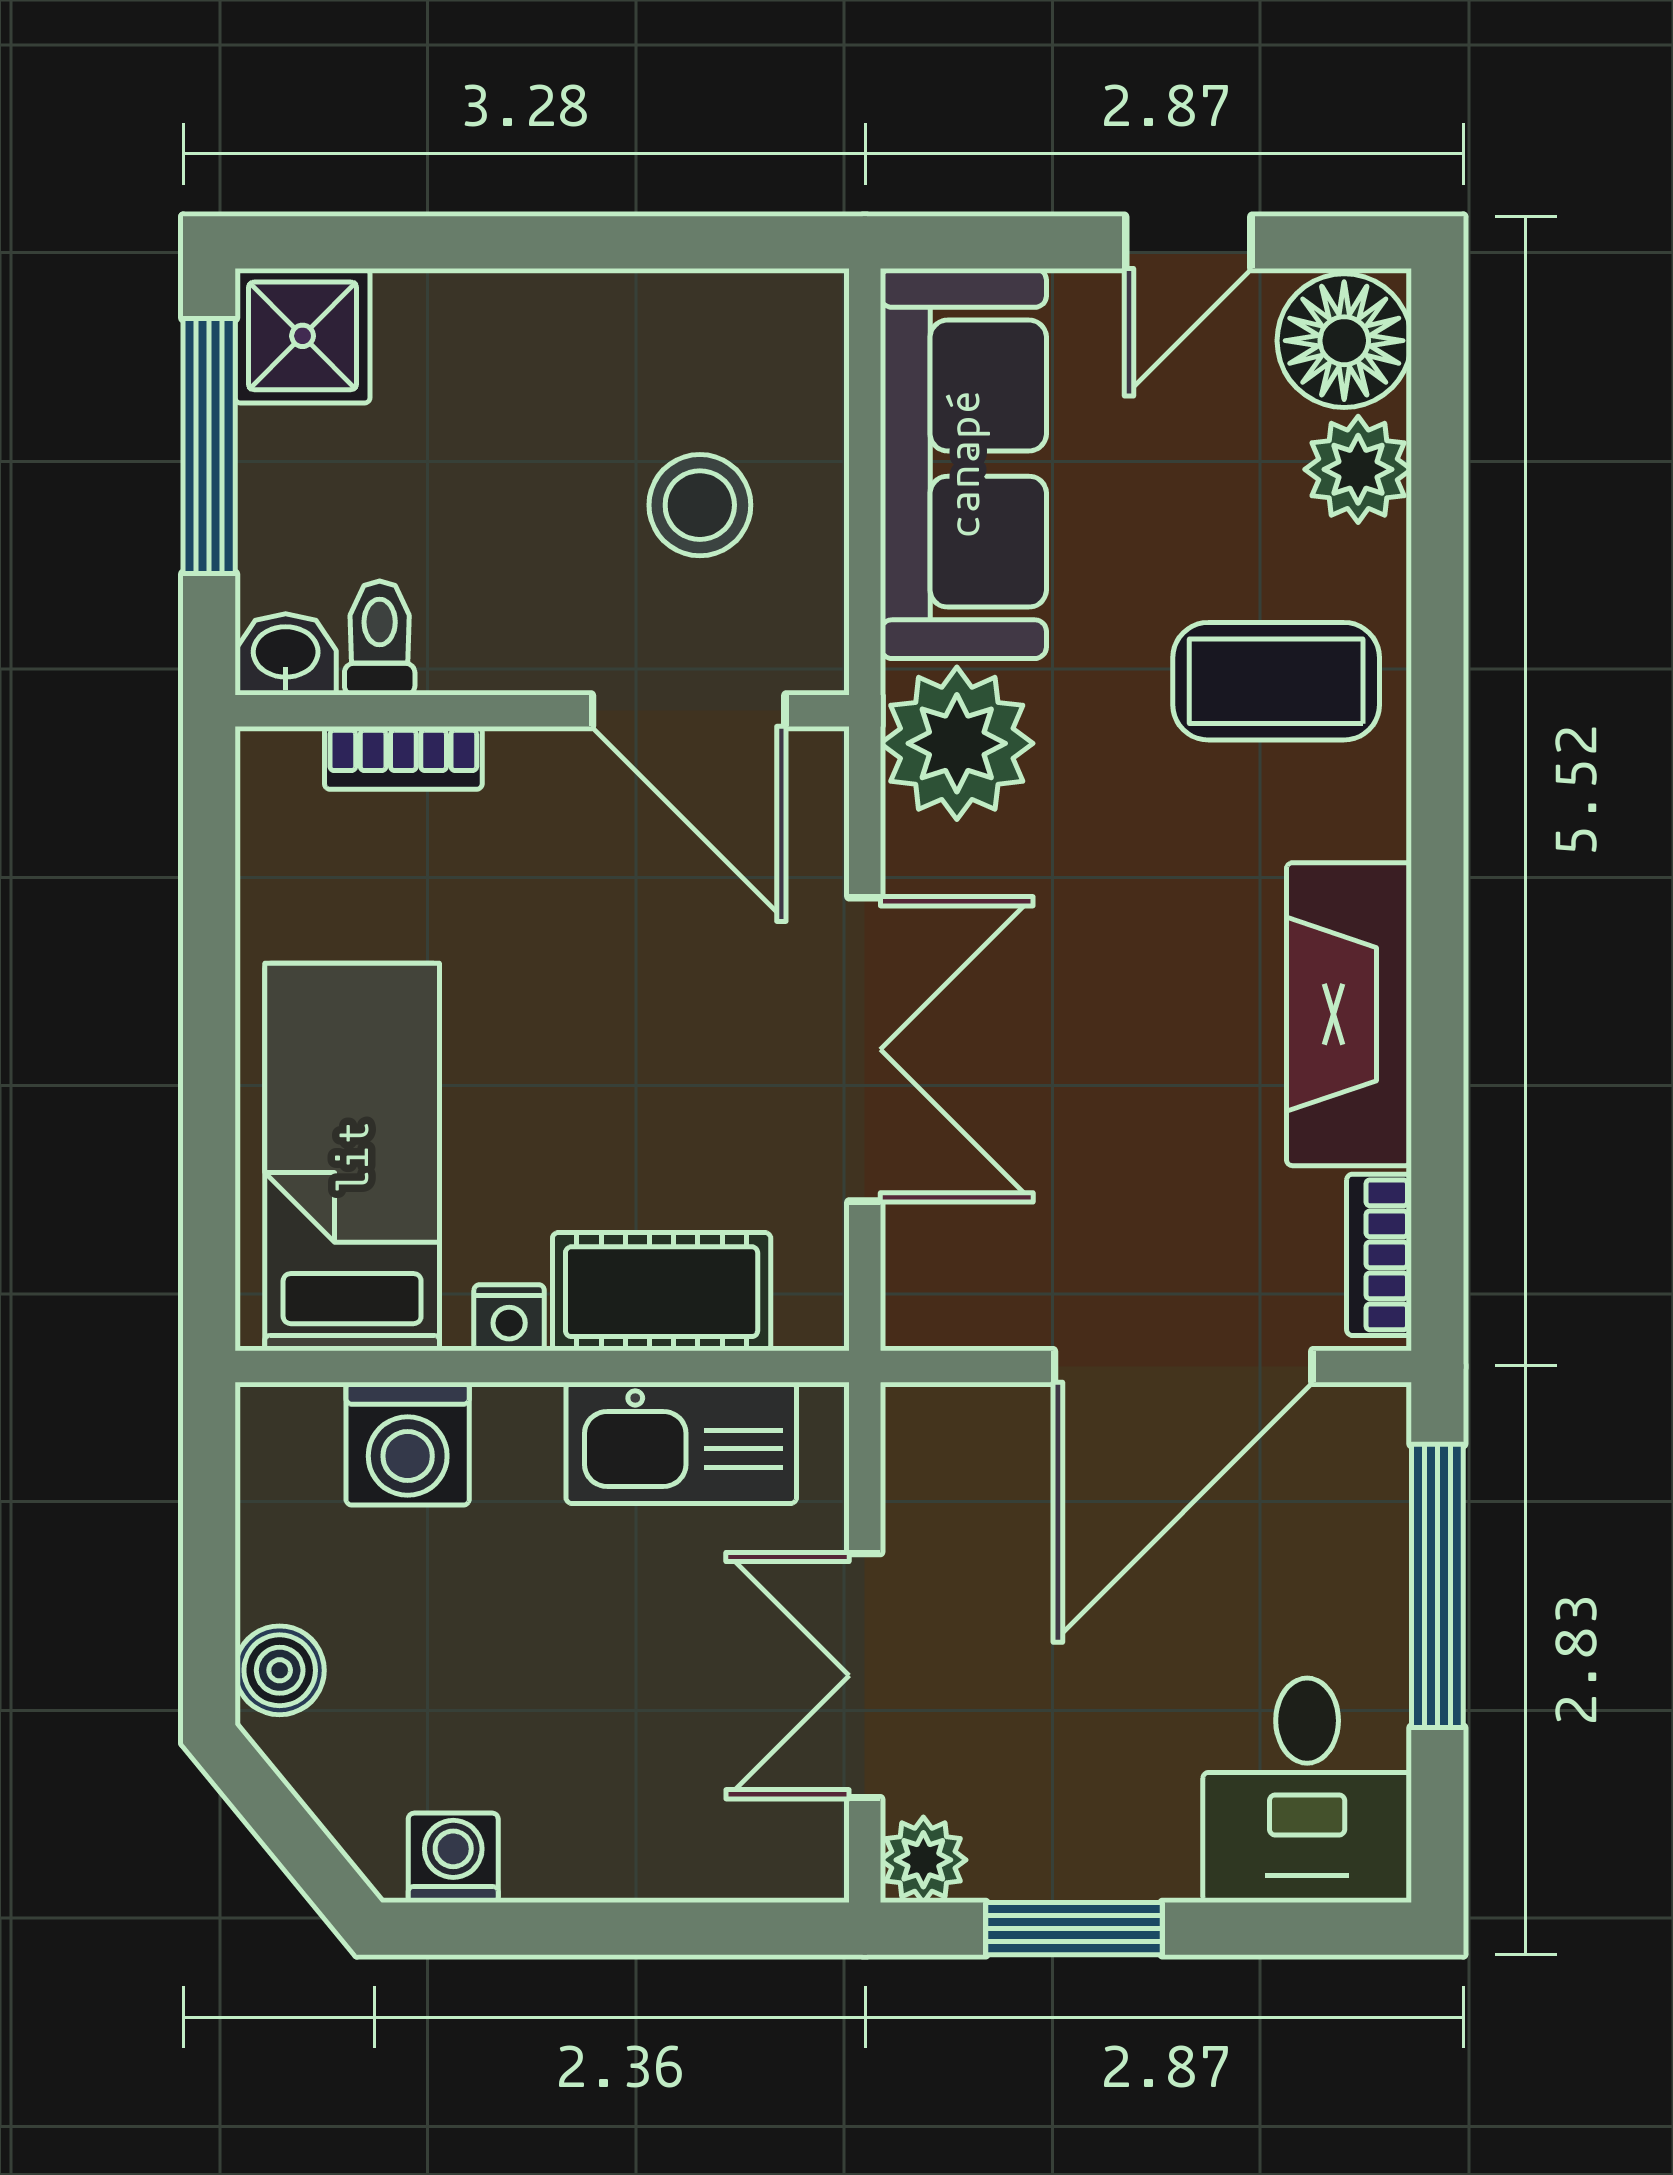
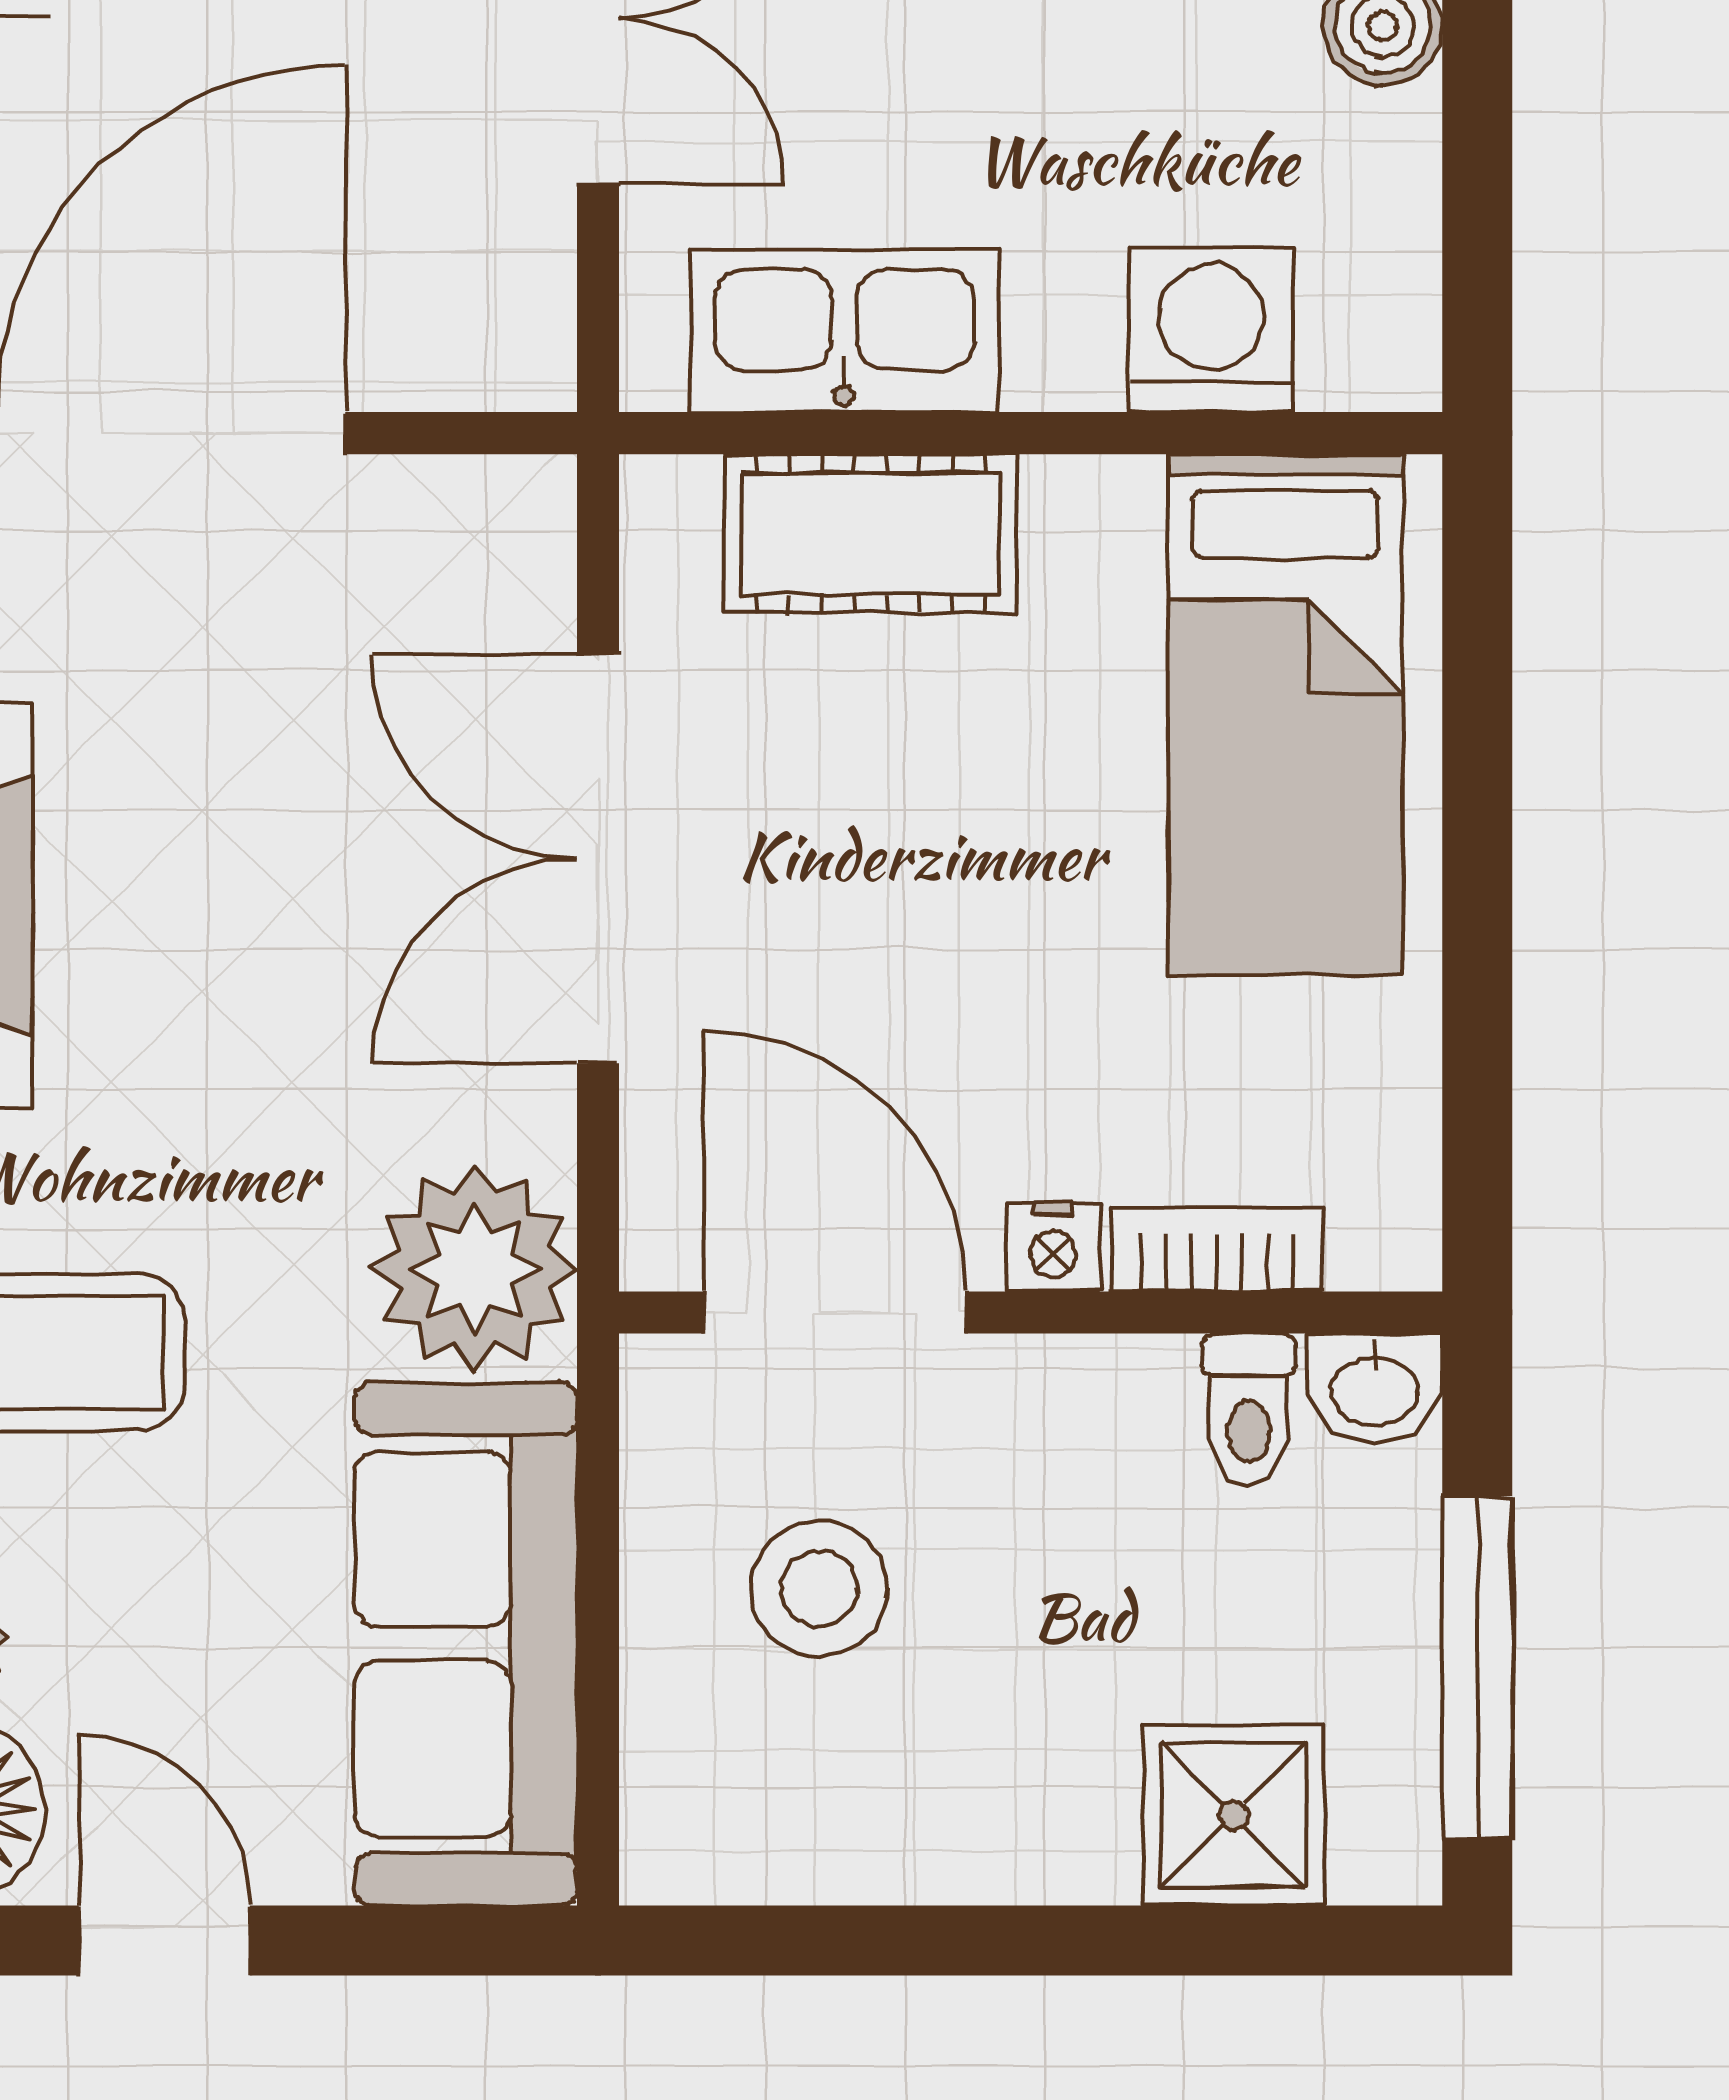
door: (1188, 242) -> (164, 1941), hinge flipped
shower: (303, 336) -> (1234, 1815), moved
nightstand: (509, 1318) -> (1053, 1247), moved, turned 180

